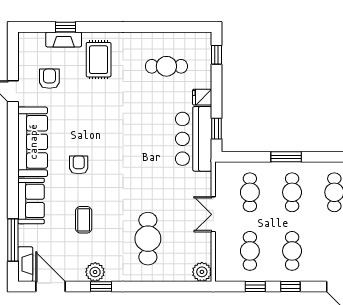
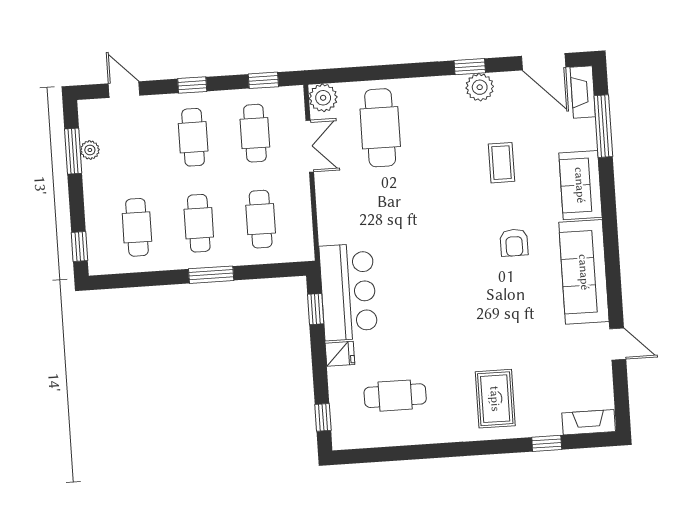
fireplace: (64, 39) -> (589, 422), moved
armchair: (49, 79) -> (565, 366), removed
double door: (213, 214) -> (310, 146), moved
cafe table: (148, 239) -> (380, 128), moved
window: (255, 286) -> (263, 80), moved

